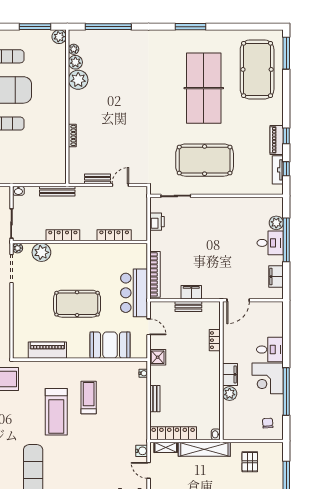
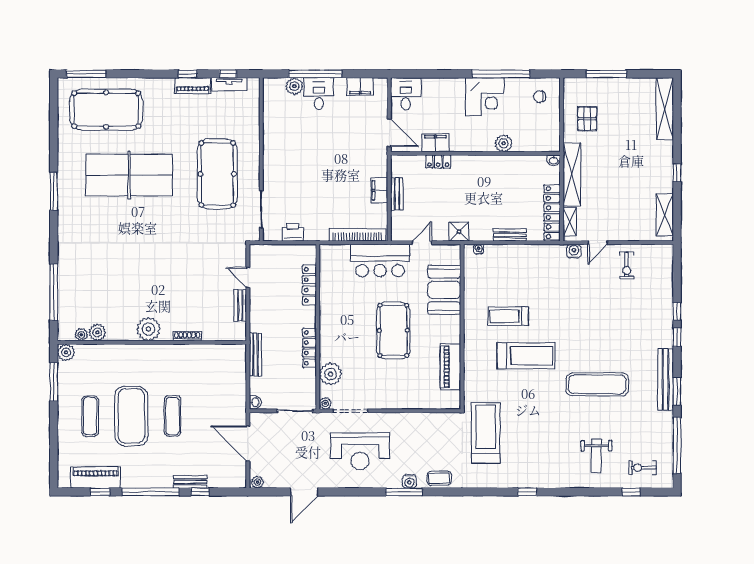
plant: (78, 80) -> (148, 329), moved
desk: (270, 350) -> (406, 94), moved
filing cabinet: (230, 374) -> (435, 143), moved
pallet: (250, 462) -> (587, 119), turned 90

